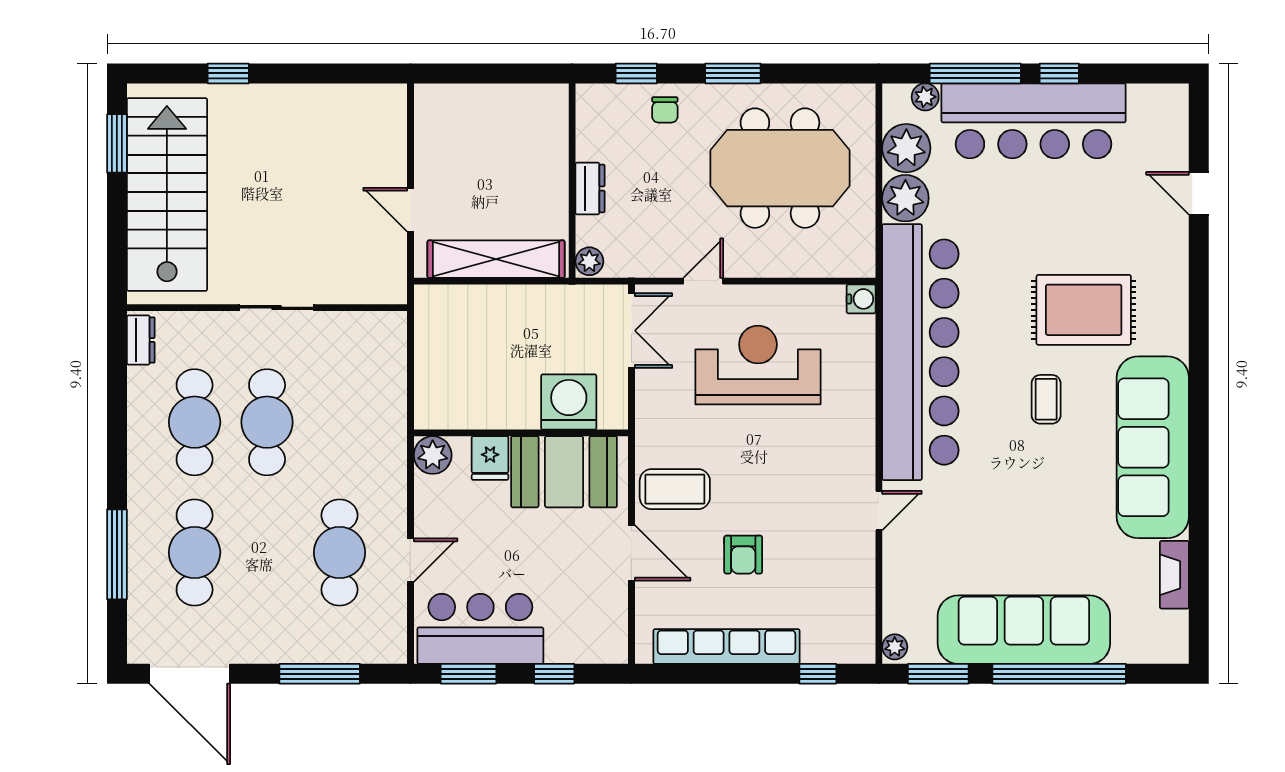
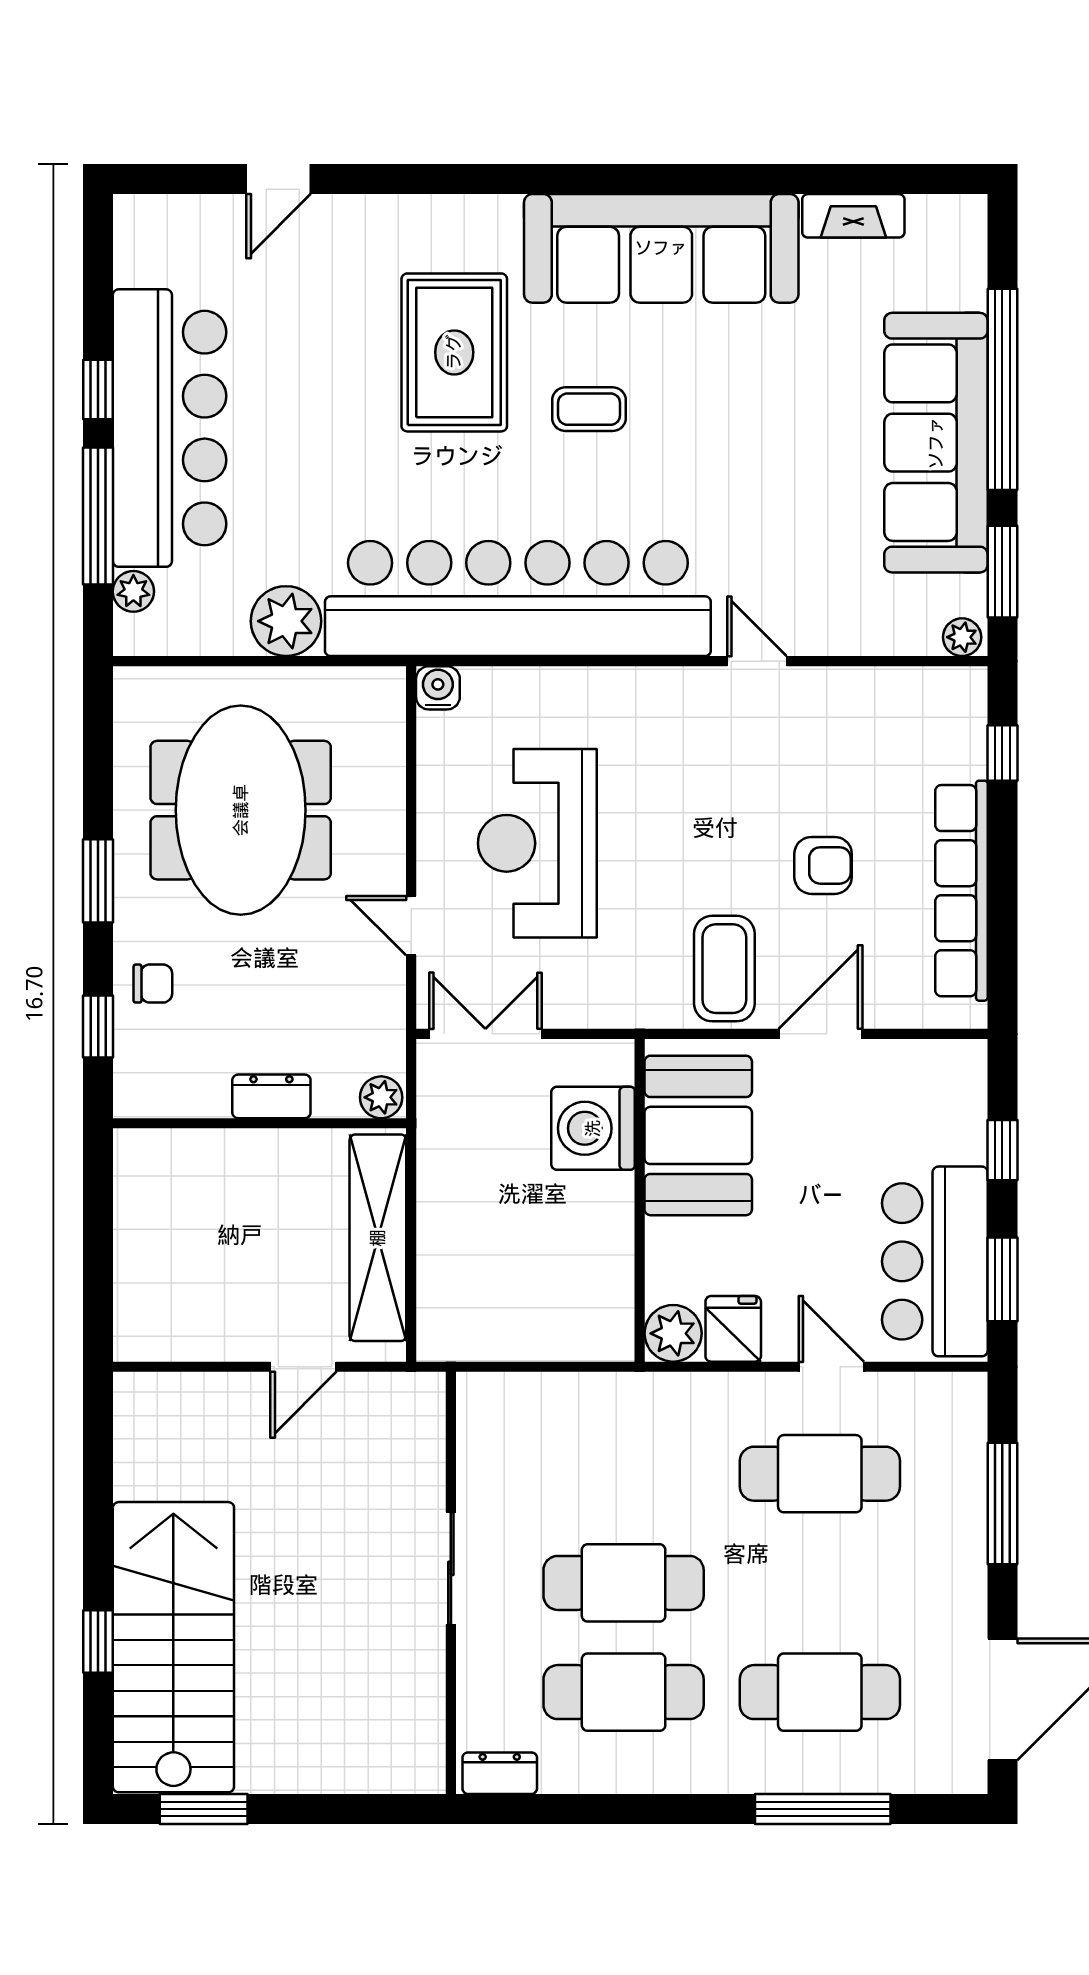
plant: (906, 148) -> (211, 620), removed
stairs: (167, 195) -> (173, 1647), moved, turned 90
fridge: (490, 458) -> (733, 1329), moved, turned -90

